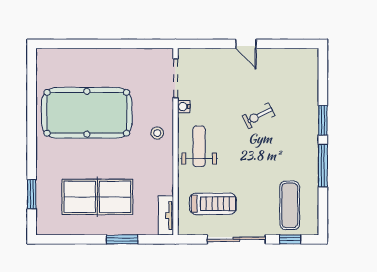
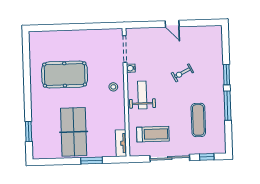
pool table: (87, 113) -> (65, 74), width x0.73, depth x0.76
table tennis table: (97, 197) -> (74, 132), turned 90
exercise mat: (290, 205) -> (198, 120), moved

